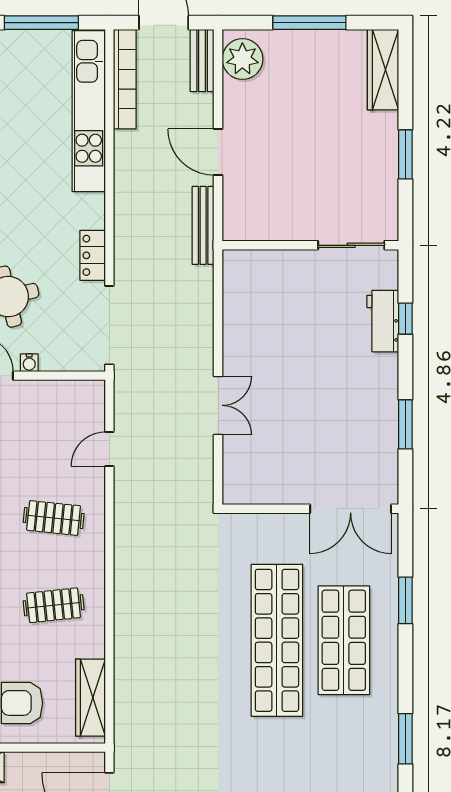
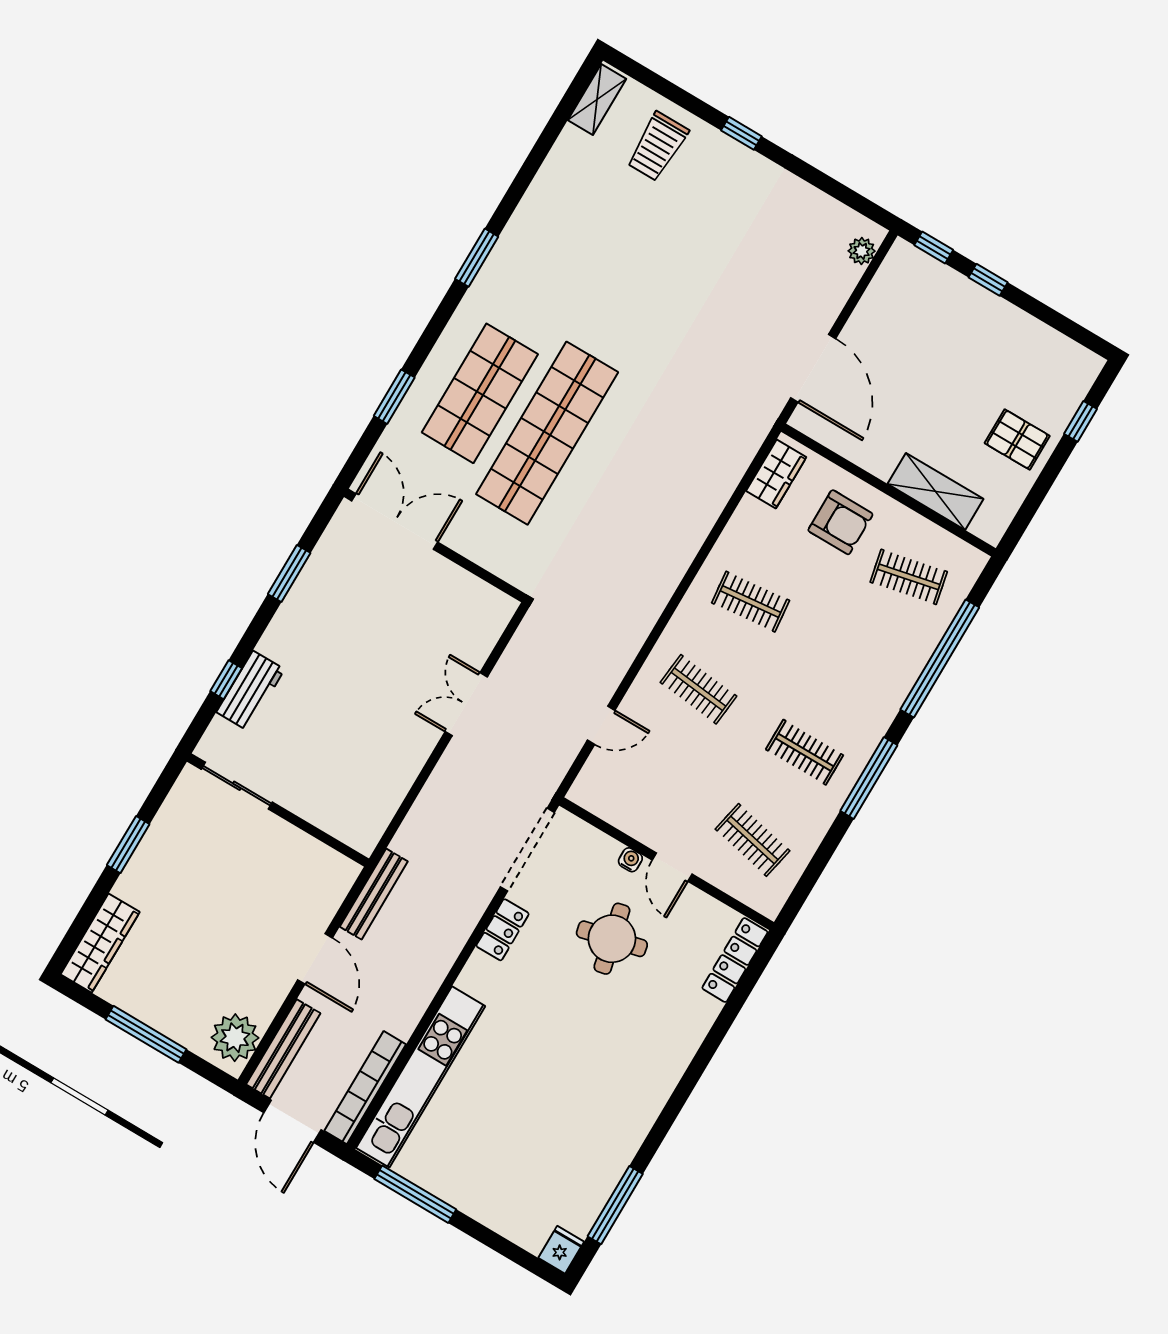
bench: (202, 61) -> (283, 1049), width x1.36
wardrobe: (90, 698) -> (776, 474), width x0.67

